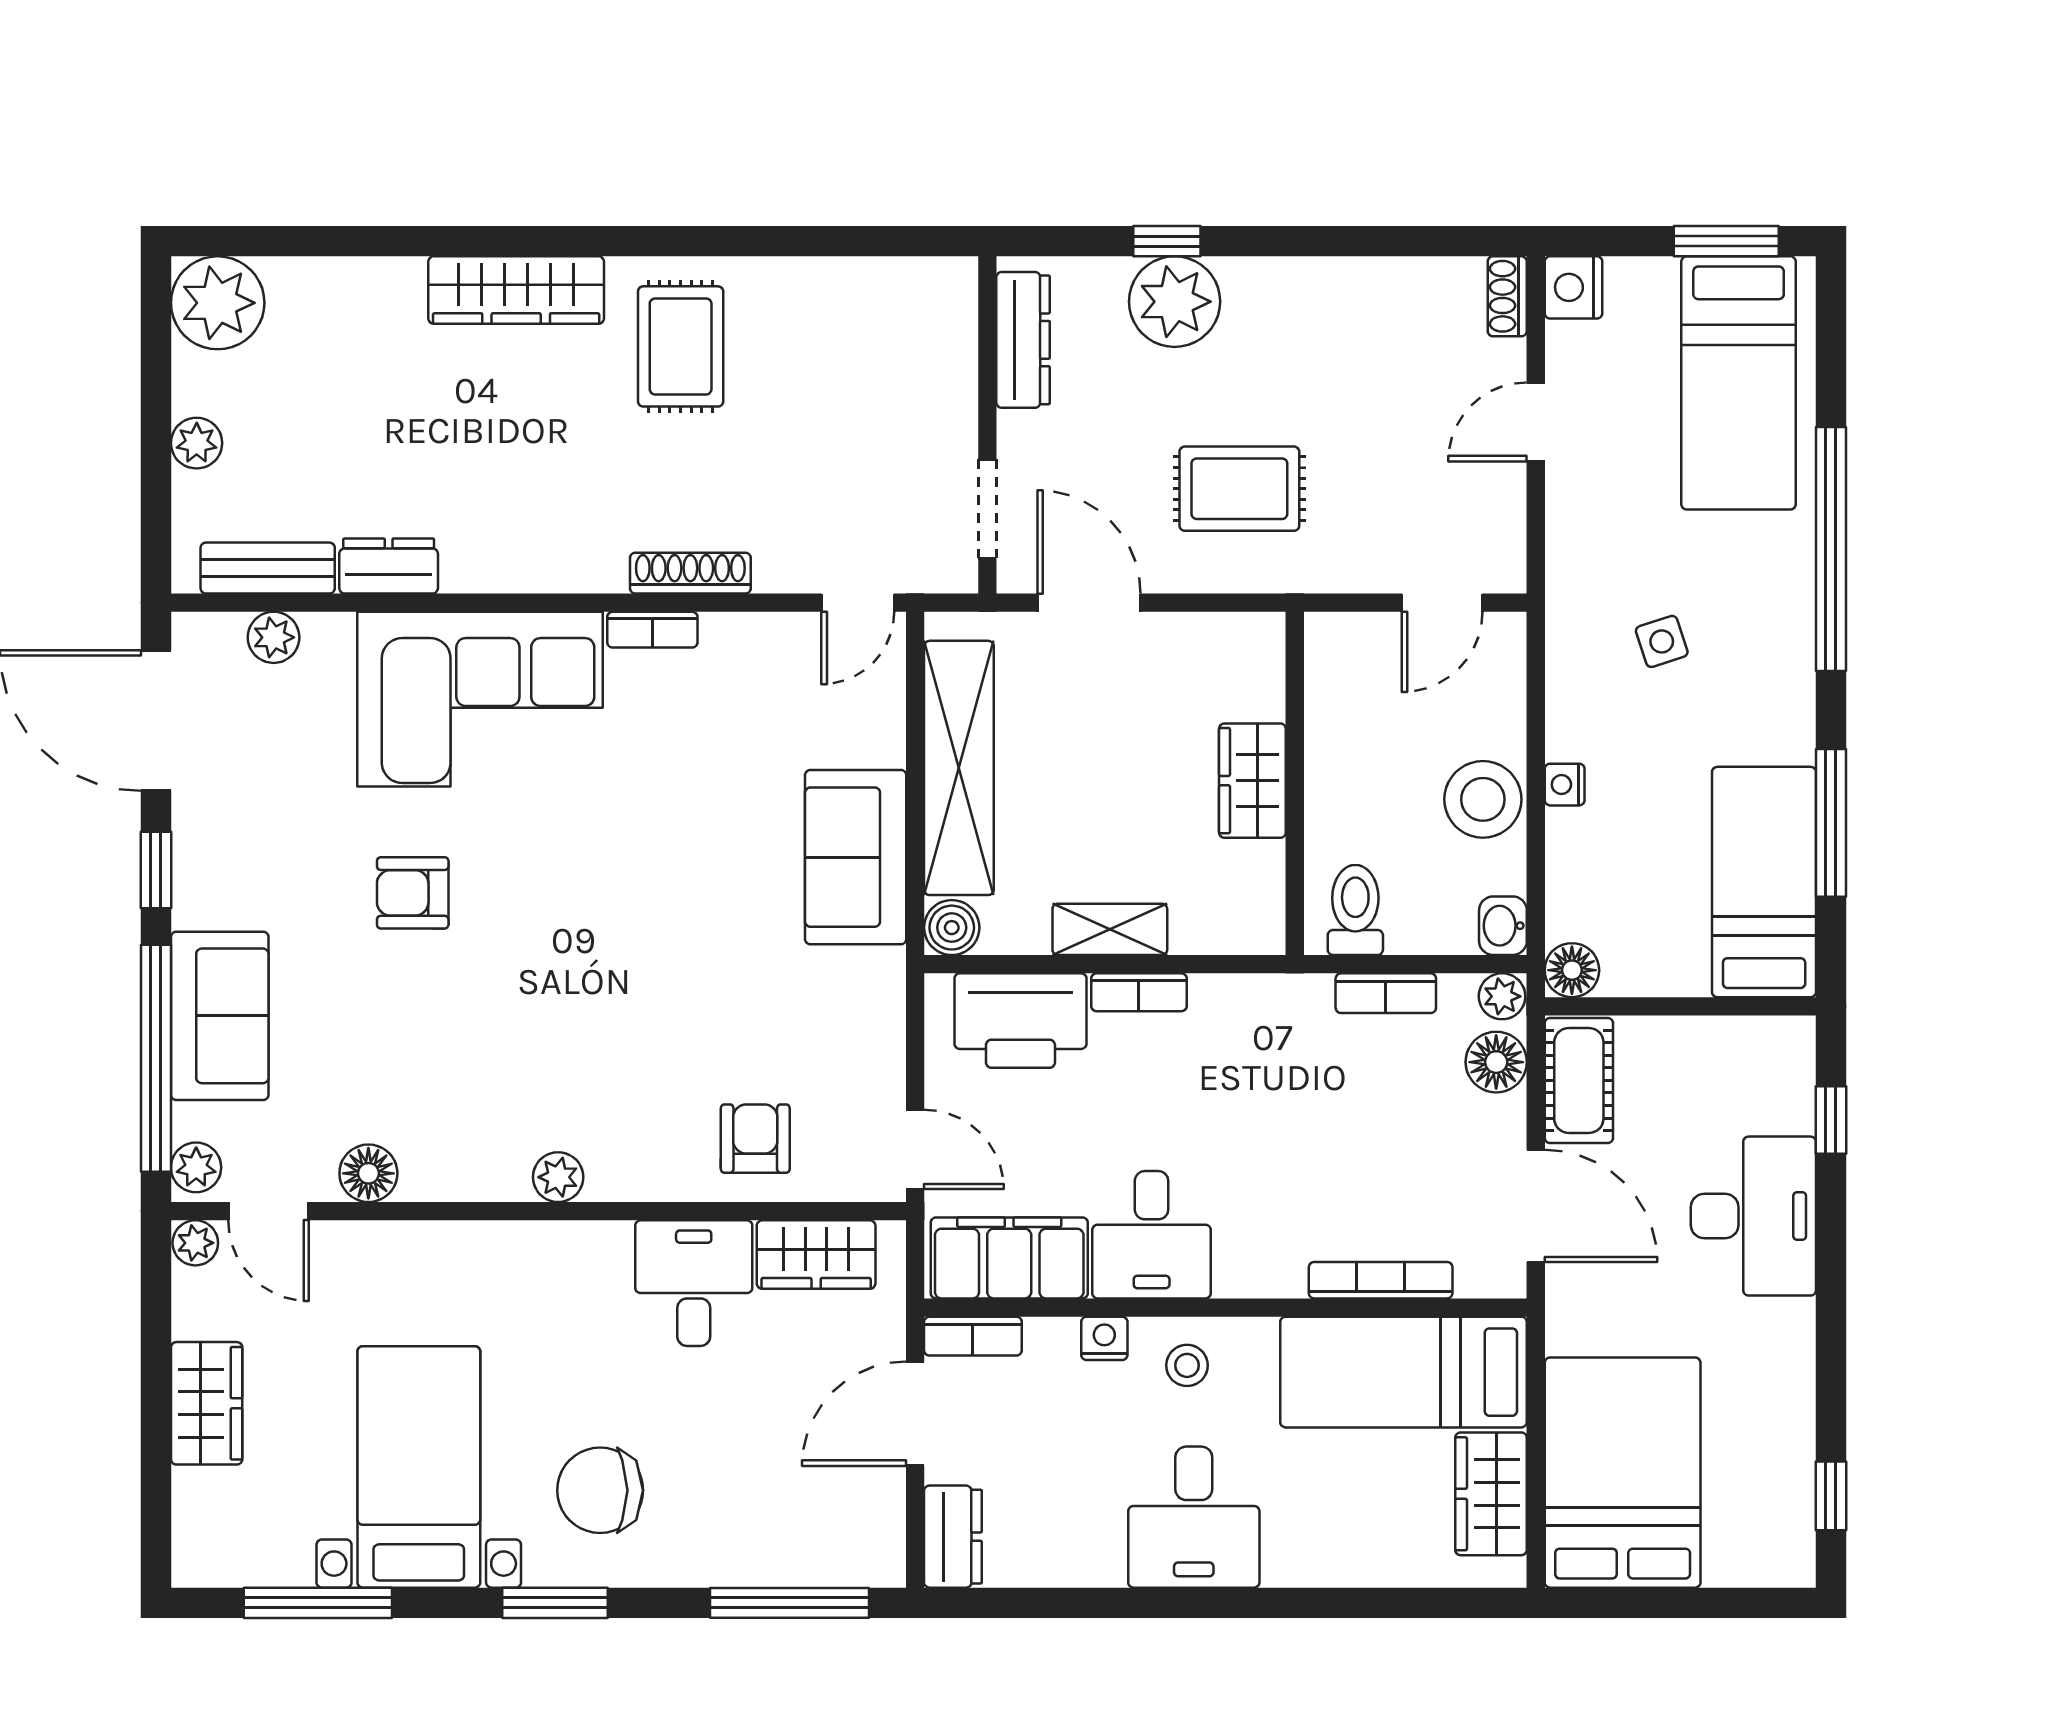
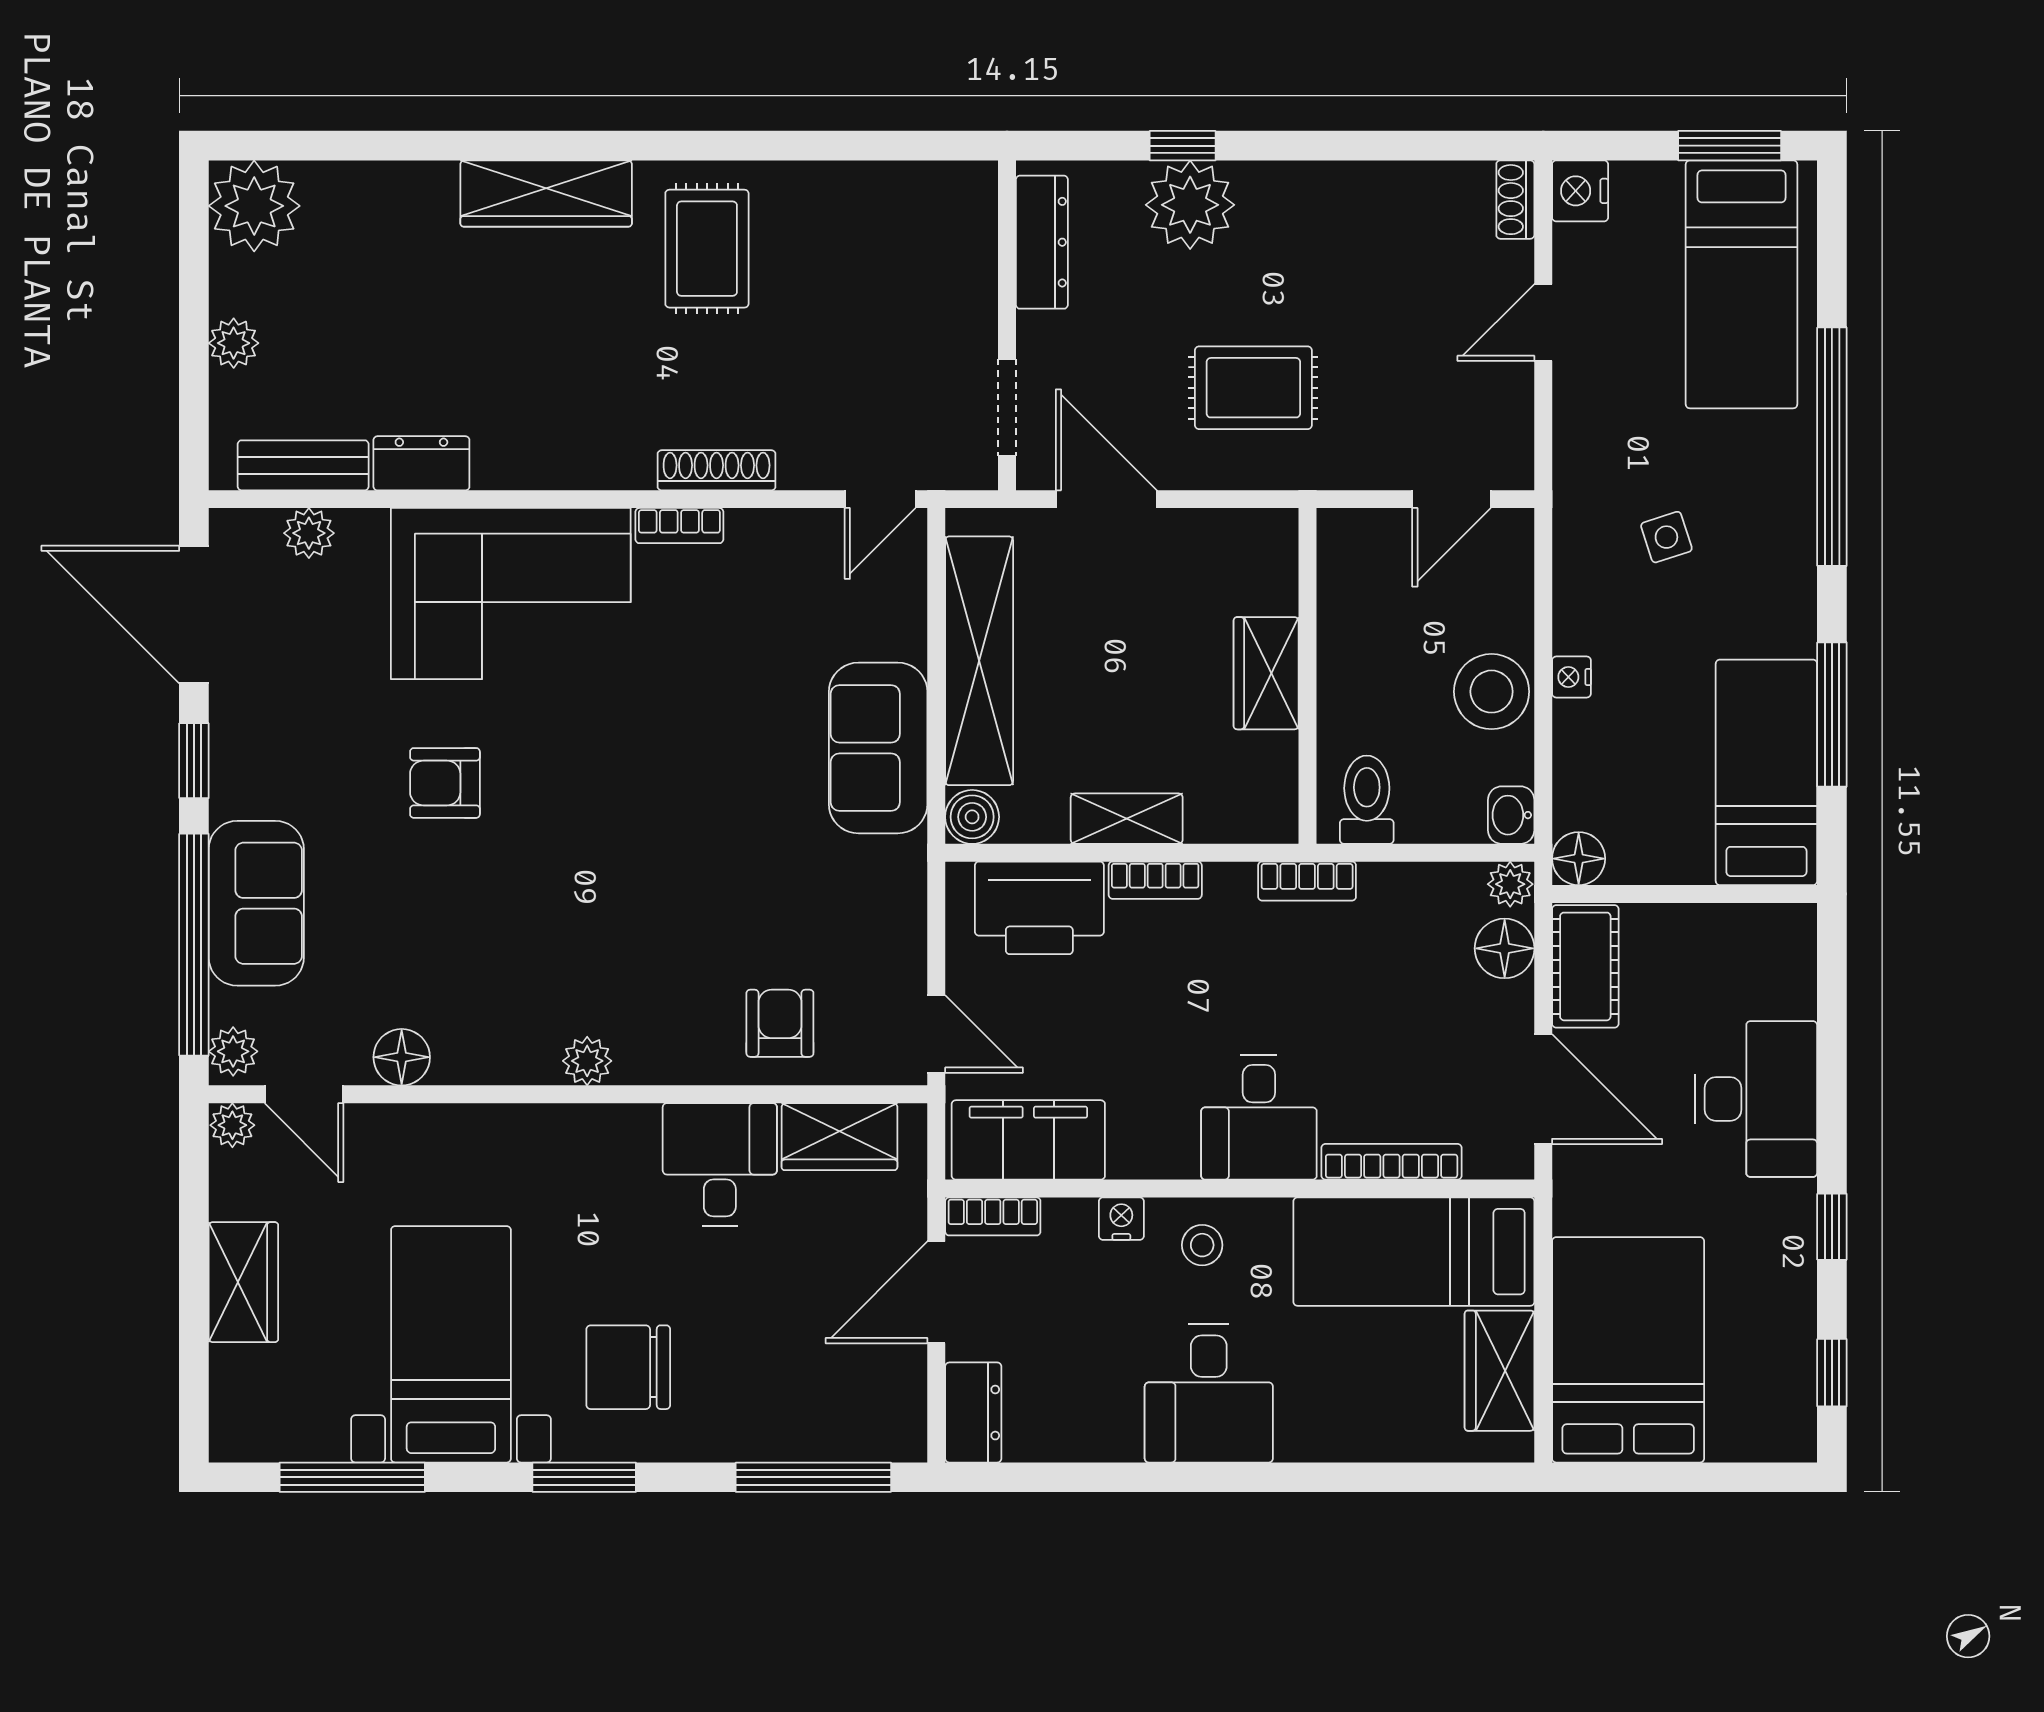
bookcase: (1386, 993) -> (1307, 881), moved
window: (1831, 1120) -> (1832, 1227), moved
desk: (1152, 1235) -> (1259, 1117), moved

